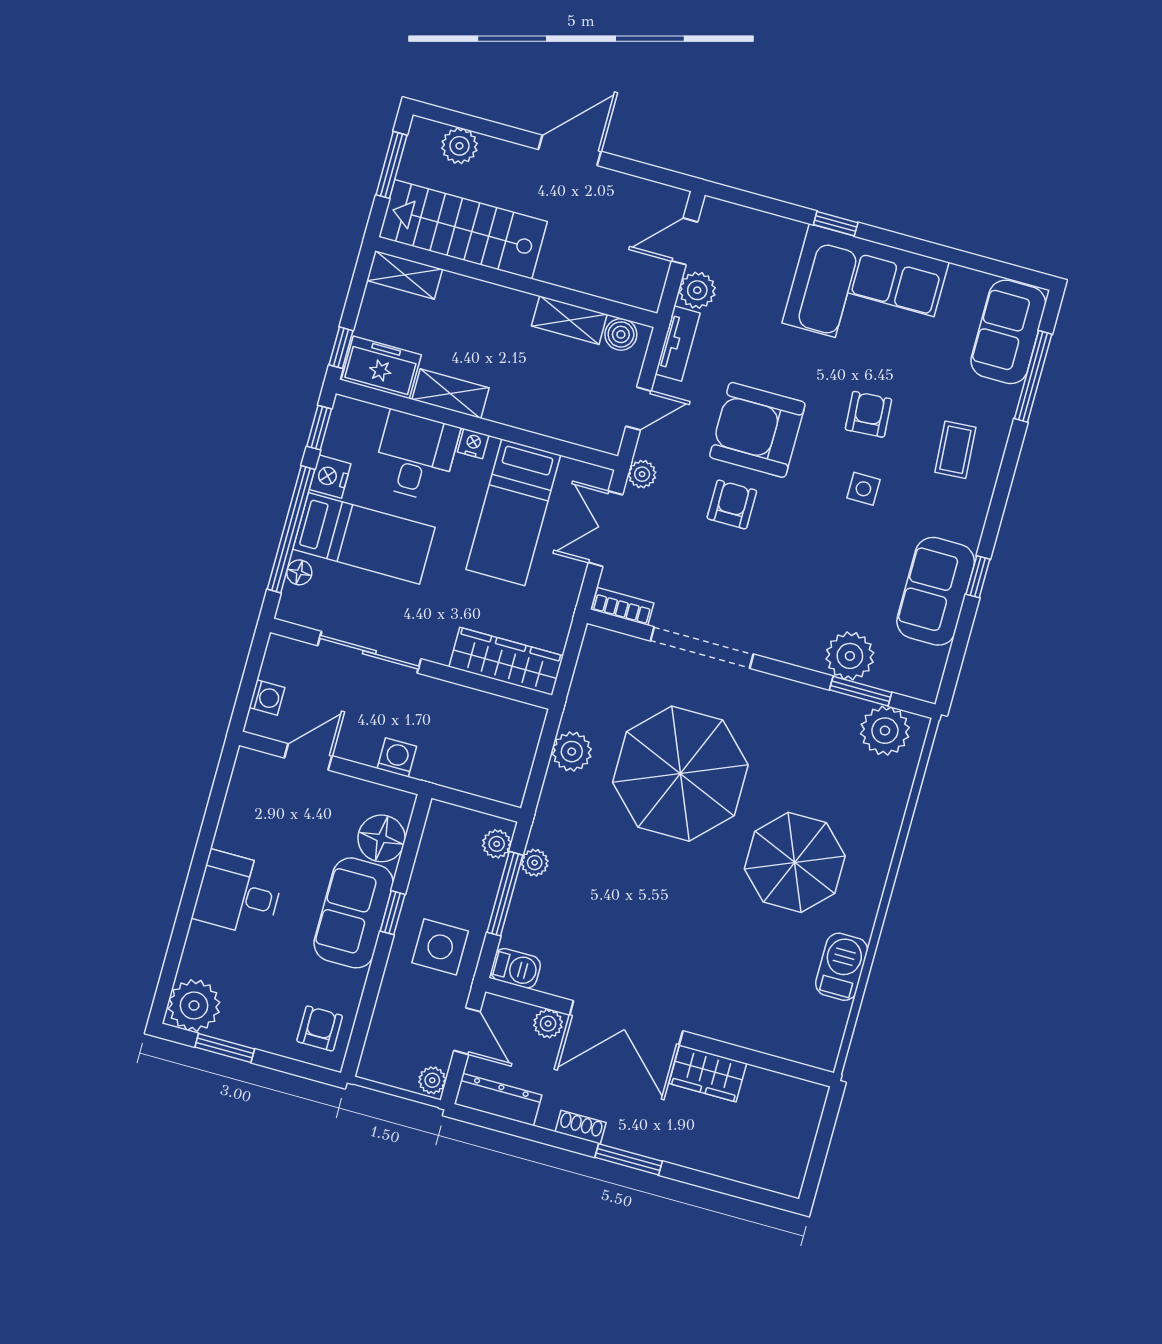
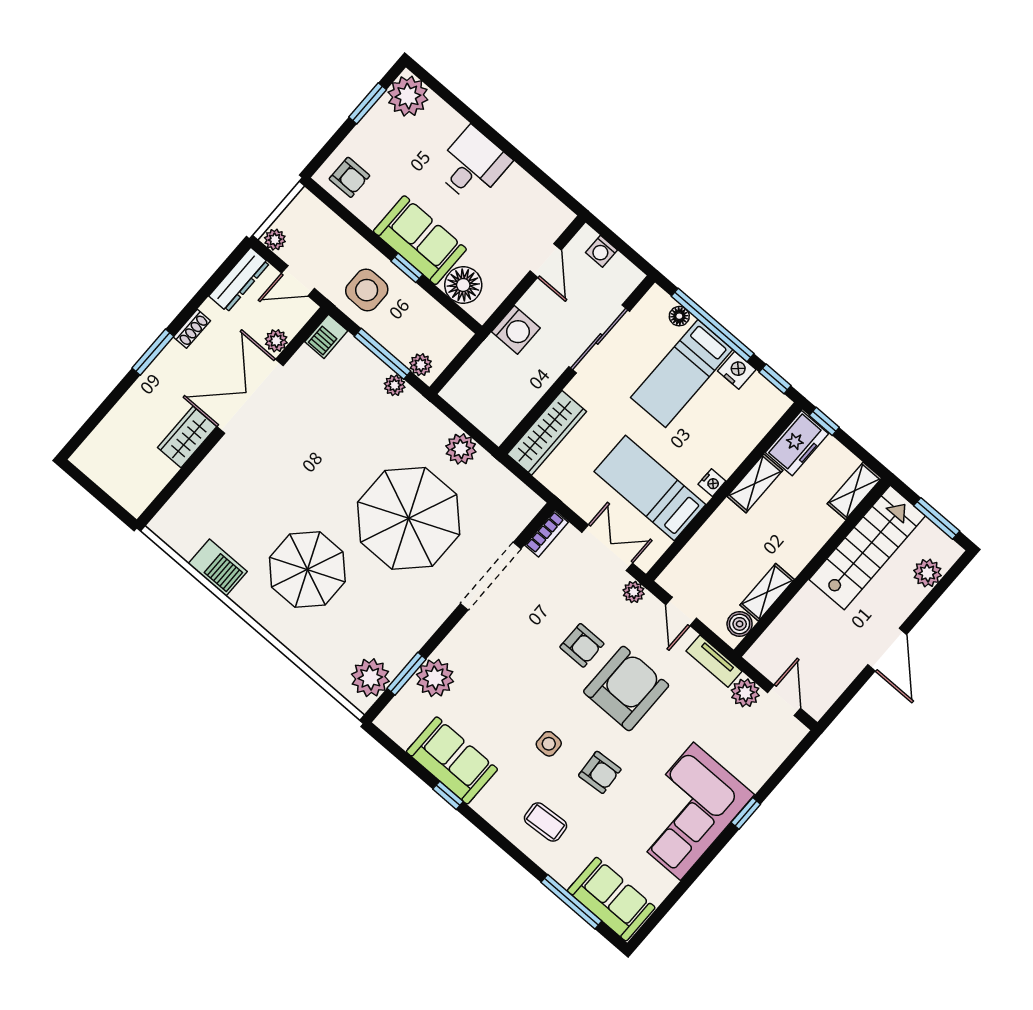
desk: (416, 456) -> (723, 438), removed
washing machine: (397, 757) -> (516, 330), width x1.38, depth x1.38

